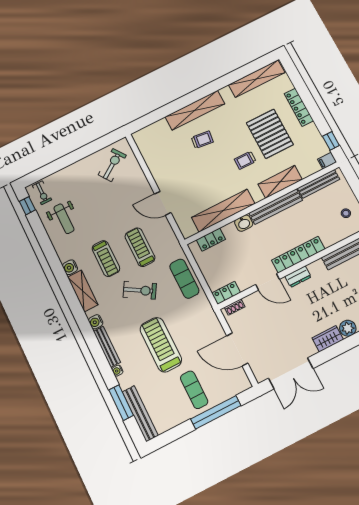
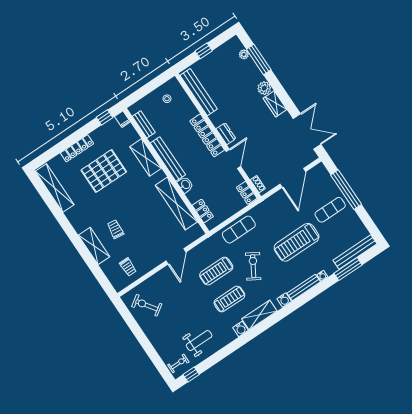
shelving: (195, 110) -> (94, 246), width x0.68
trolley: (245, 160) -> (128, 267), moved
bench: (319, 184) -> (144, 124), width x0.73

